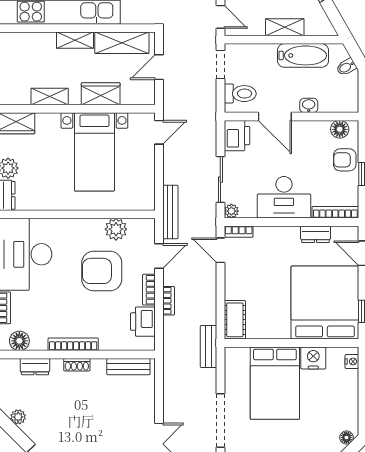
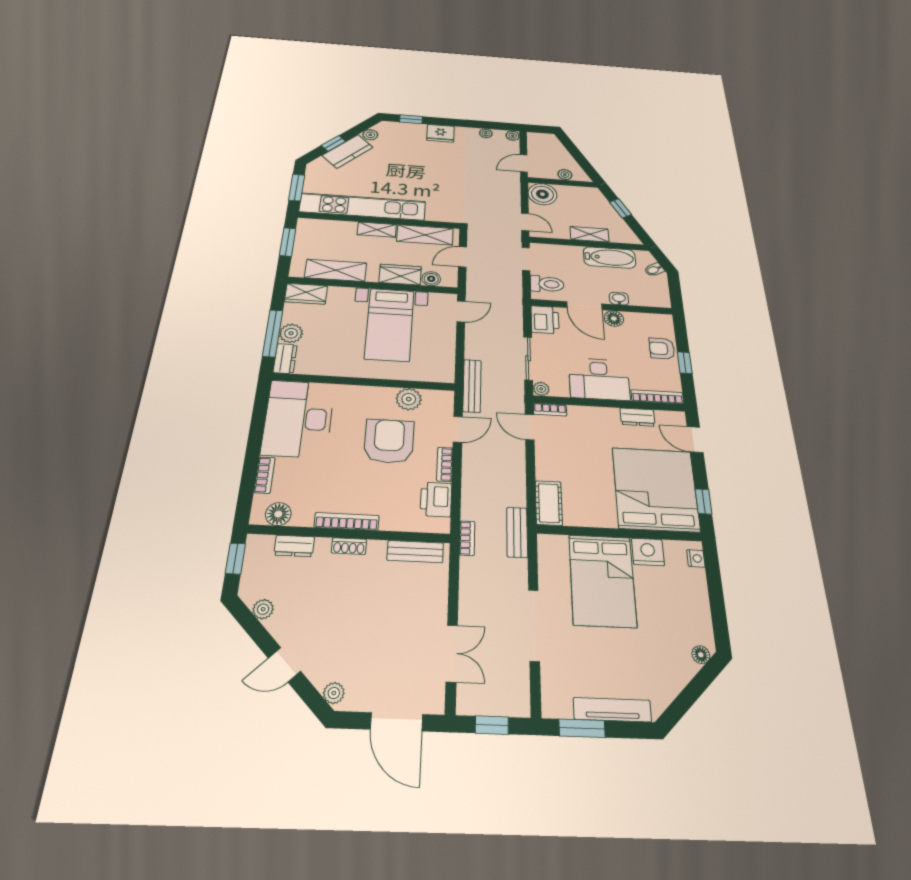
boiler: (130, 96) -> (431, 279), added
shelving: (50, 97) -> (336, 270), width x1.50, depth x1.33
floor lamp: (340, 129) -> (614, 319), moved
armchair: (102, 271) -> (389, 441), turned 90
bookcase: (169, 301) -> (467, 538), moved

